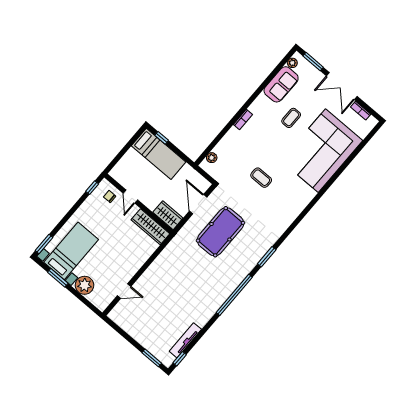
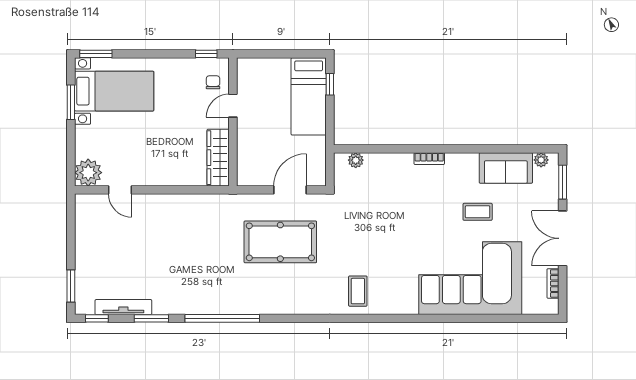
coffee table: (261, 178) -> (358, 291), moved
wardrobe: (168, 215) -> (248, 166), removed
window: (267, 257) -> (151, 318), moved
plant: (85, 285) -> (88, 173), moved

